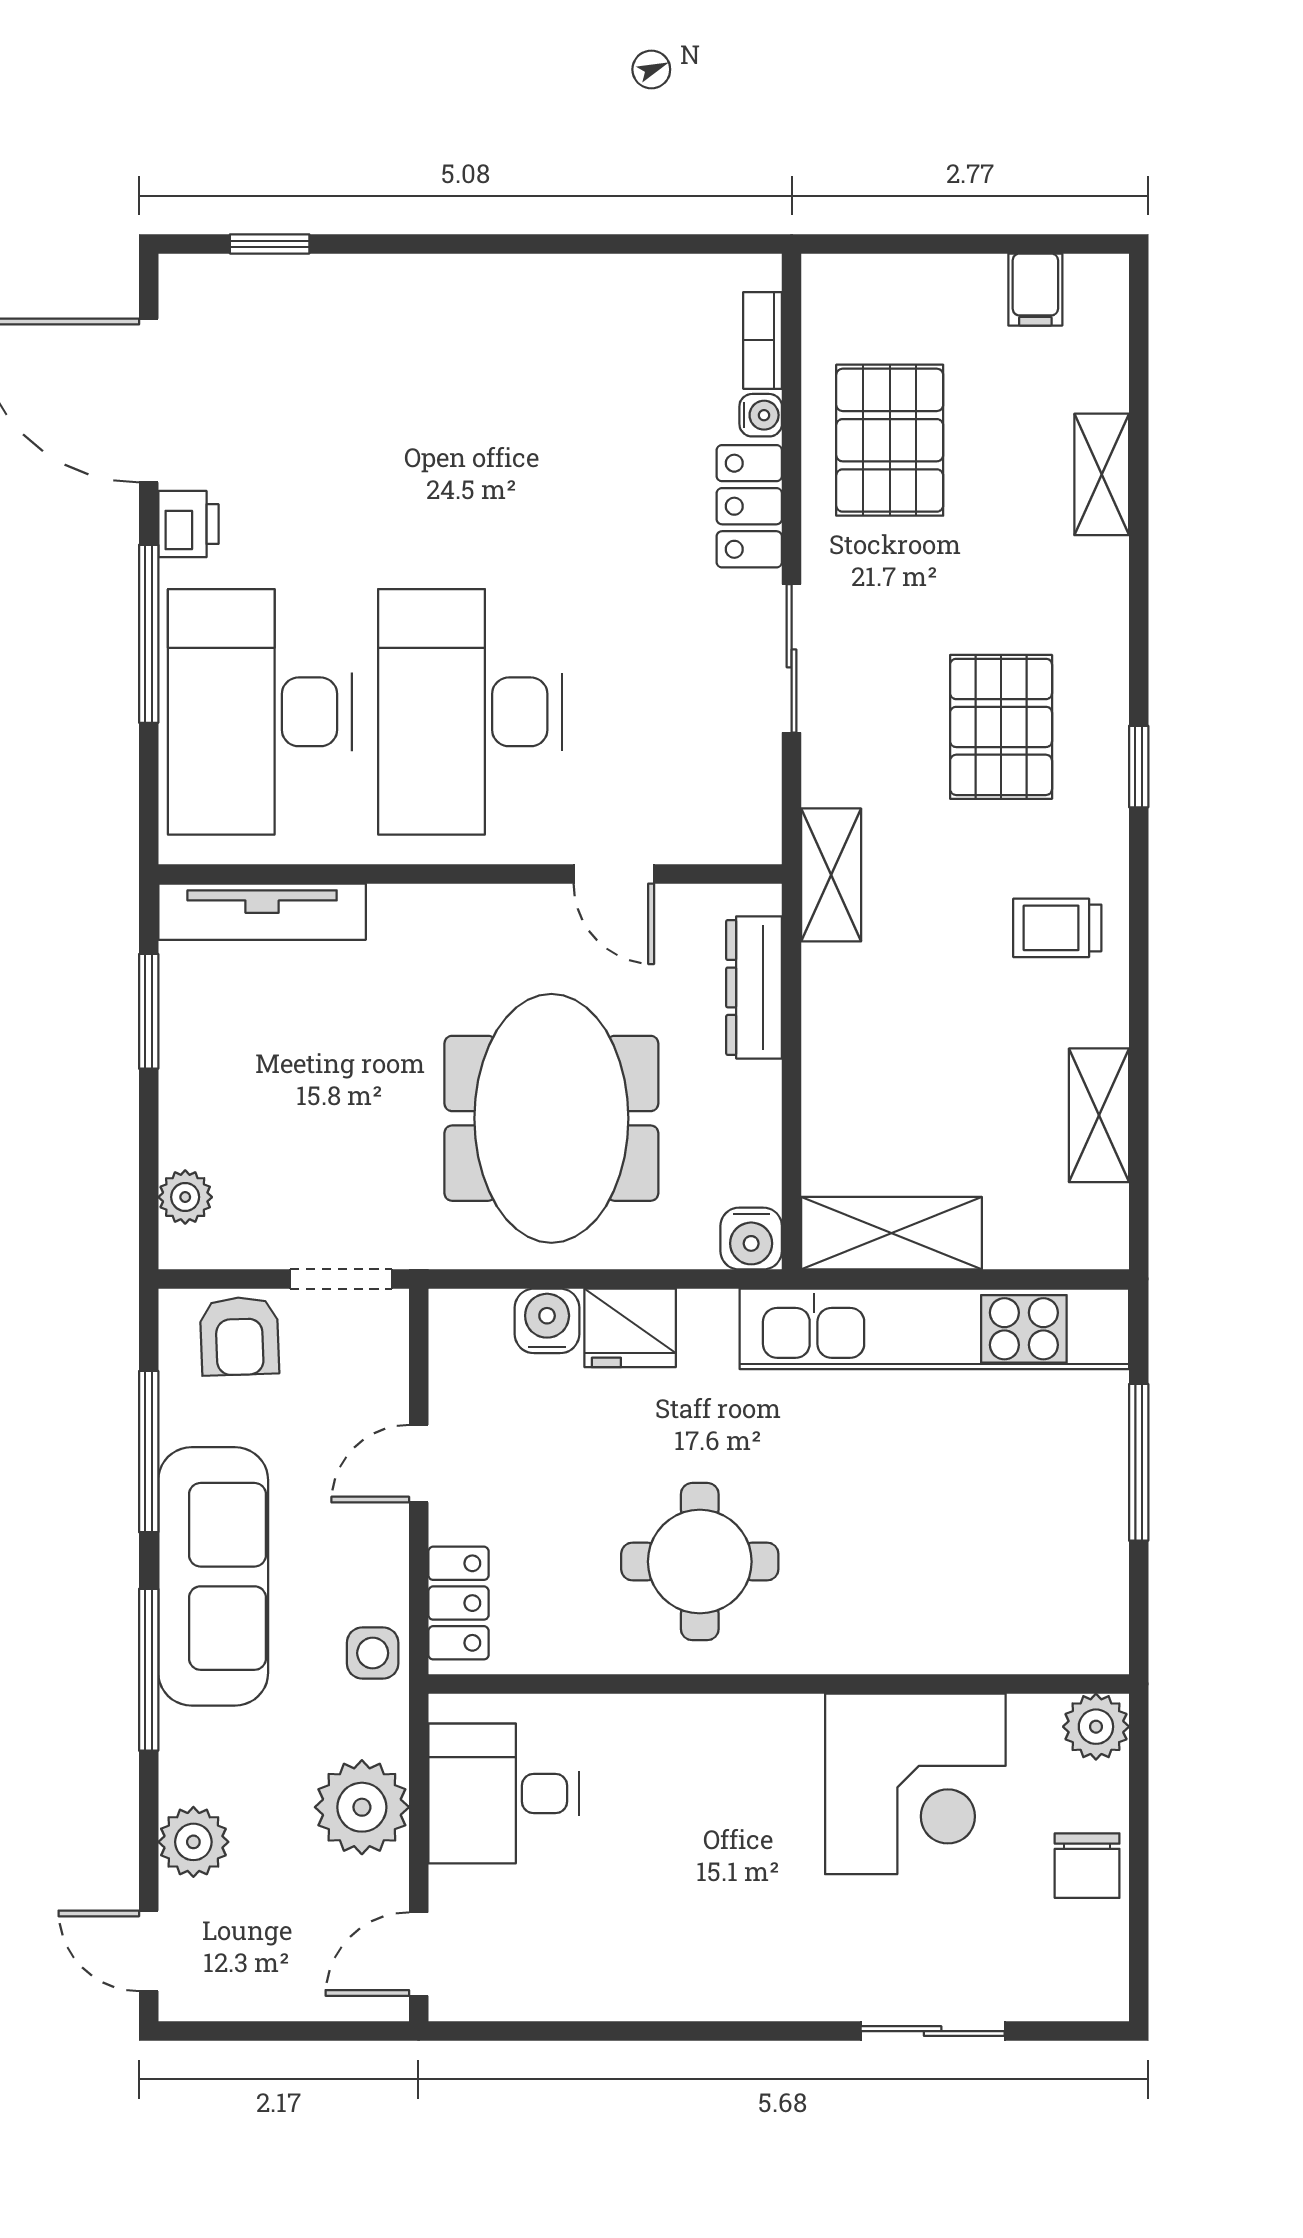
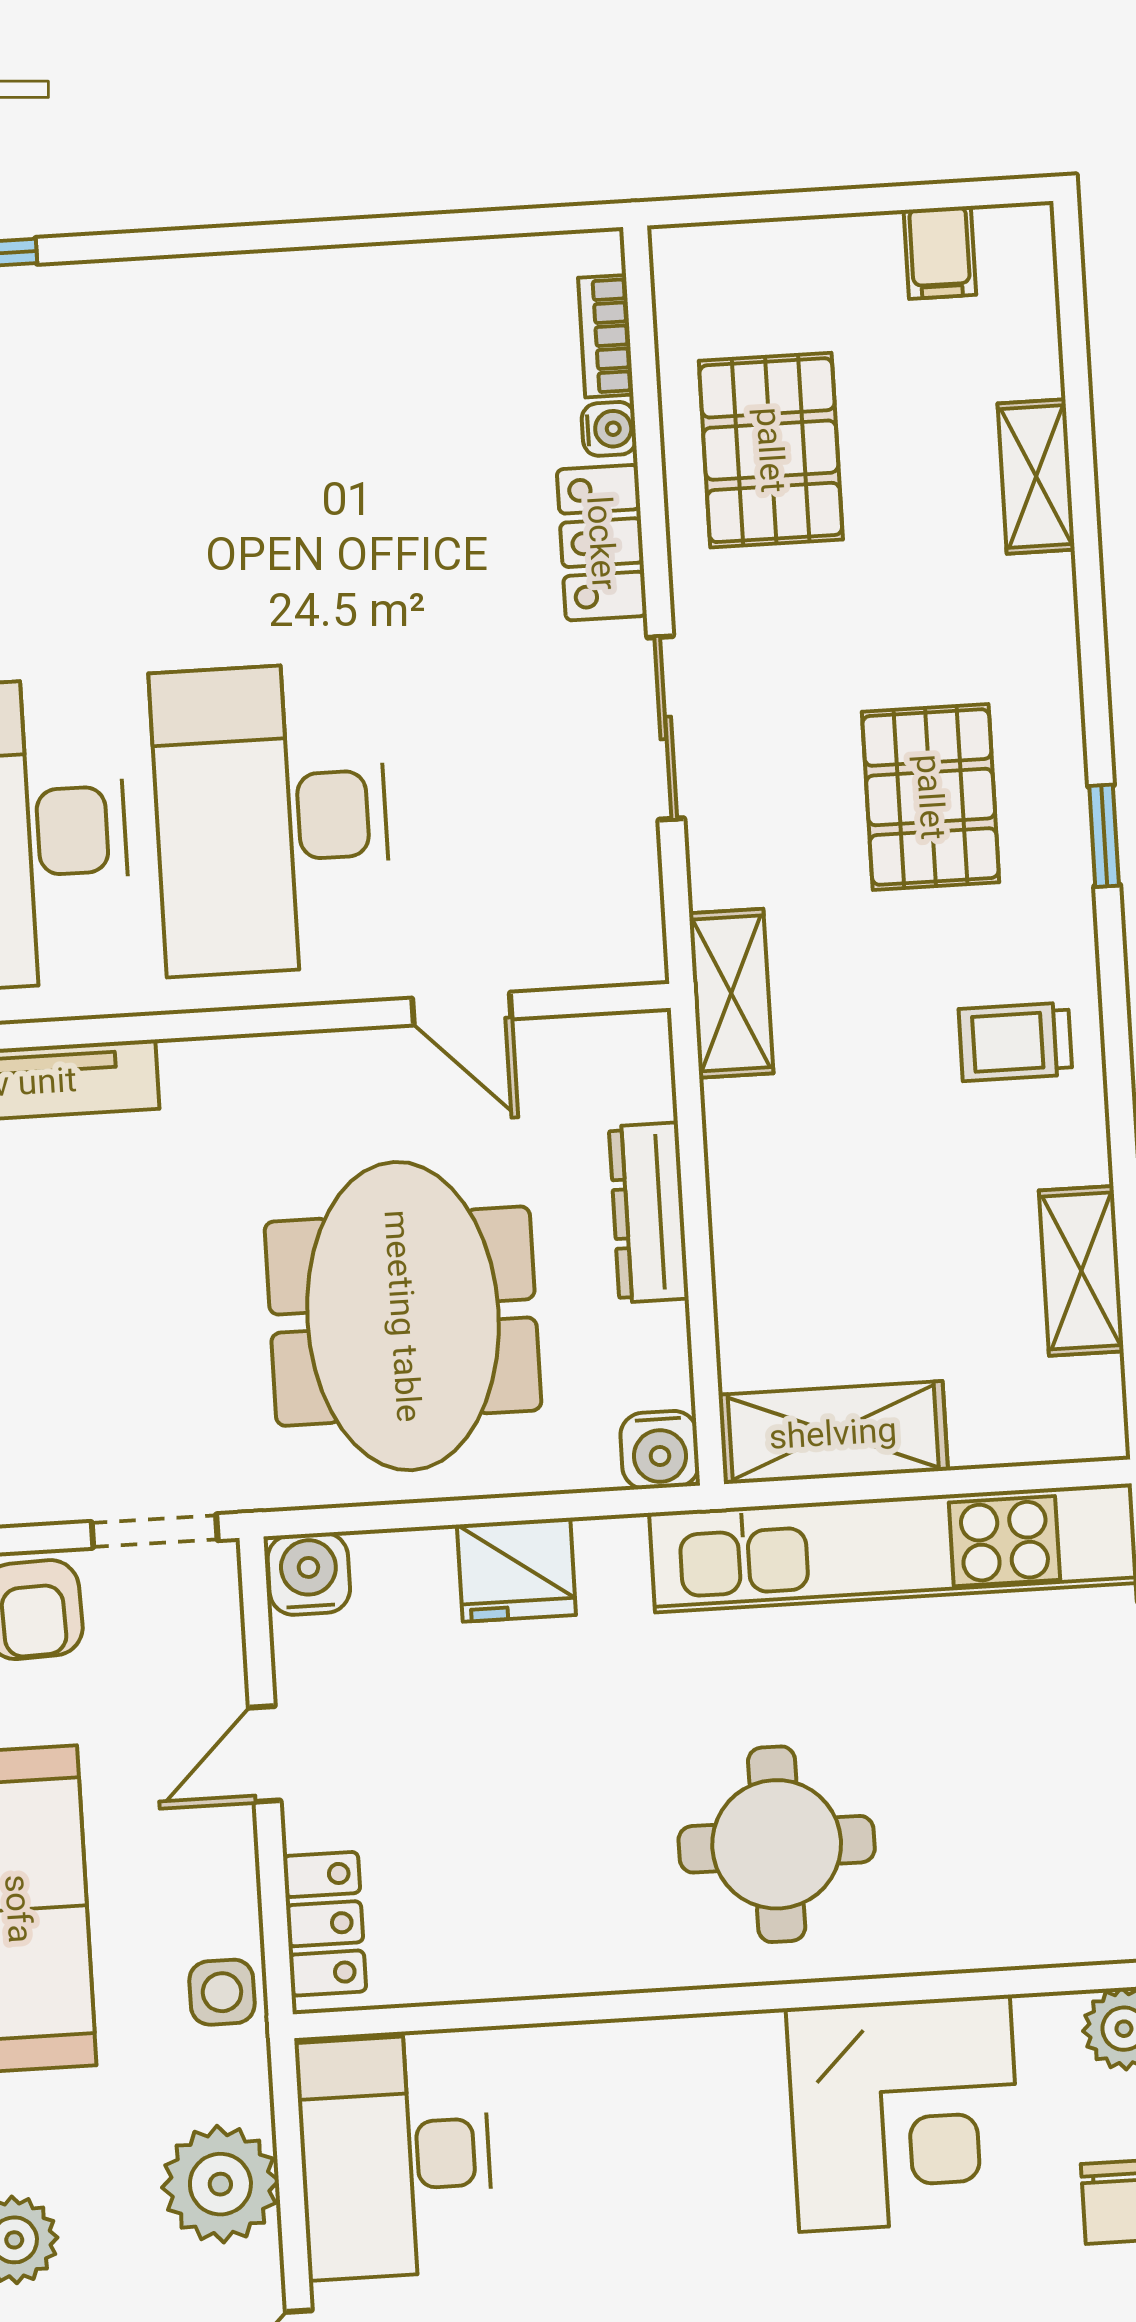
dresser: (754, 987) -> (649, 1213), moved
water cooler: (547, 1321) -> (309, 1574), moved
round table: (700, 1562) -> (777, 1844), moved
desk: (504, 1794) -> (395, 2156), width x1.37

